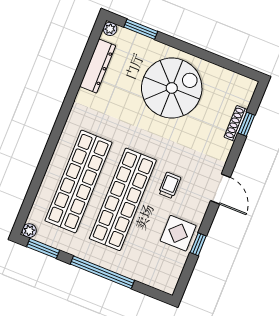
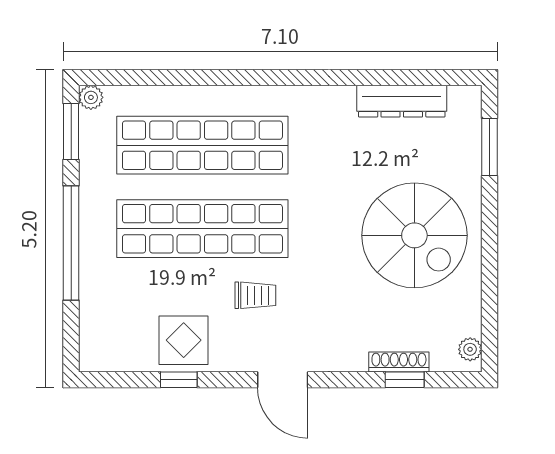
plant: (110, 29) -> (470, 349), moved
door: (220, 189) -> (283, 380), hinge flipped

